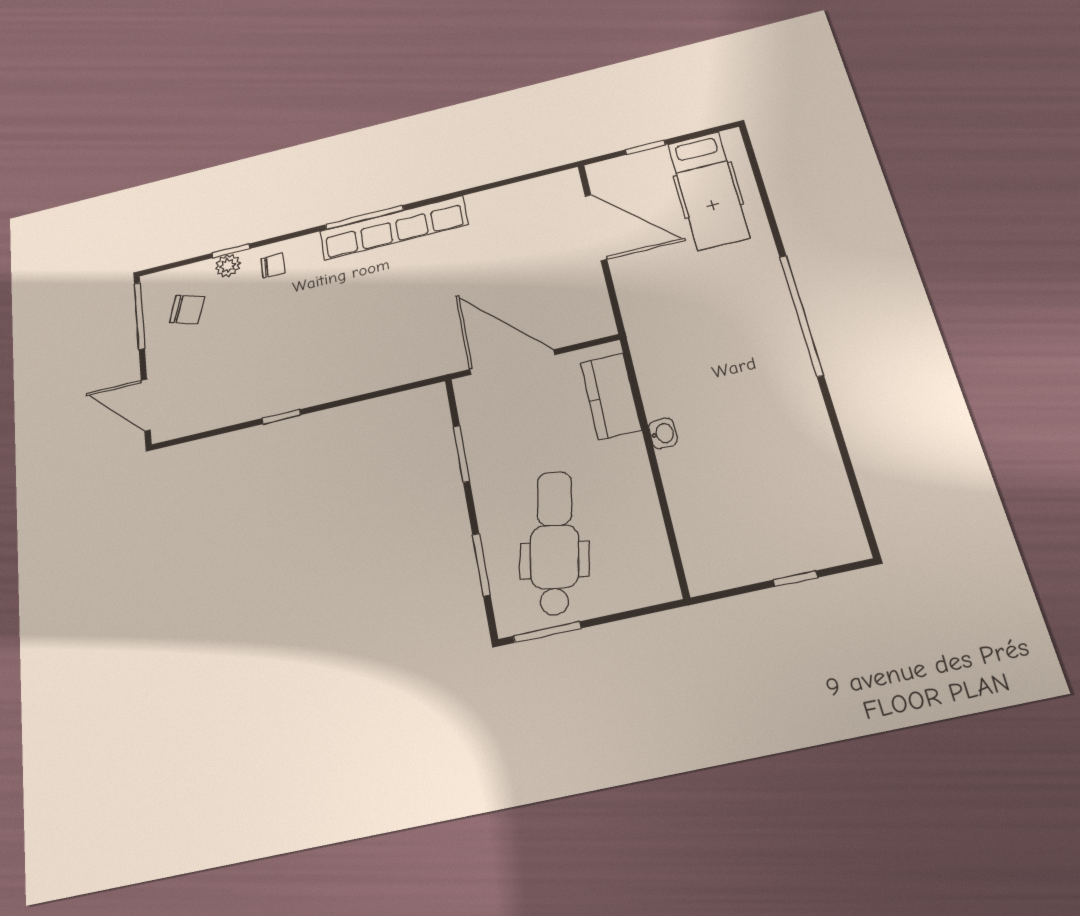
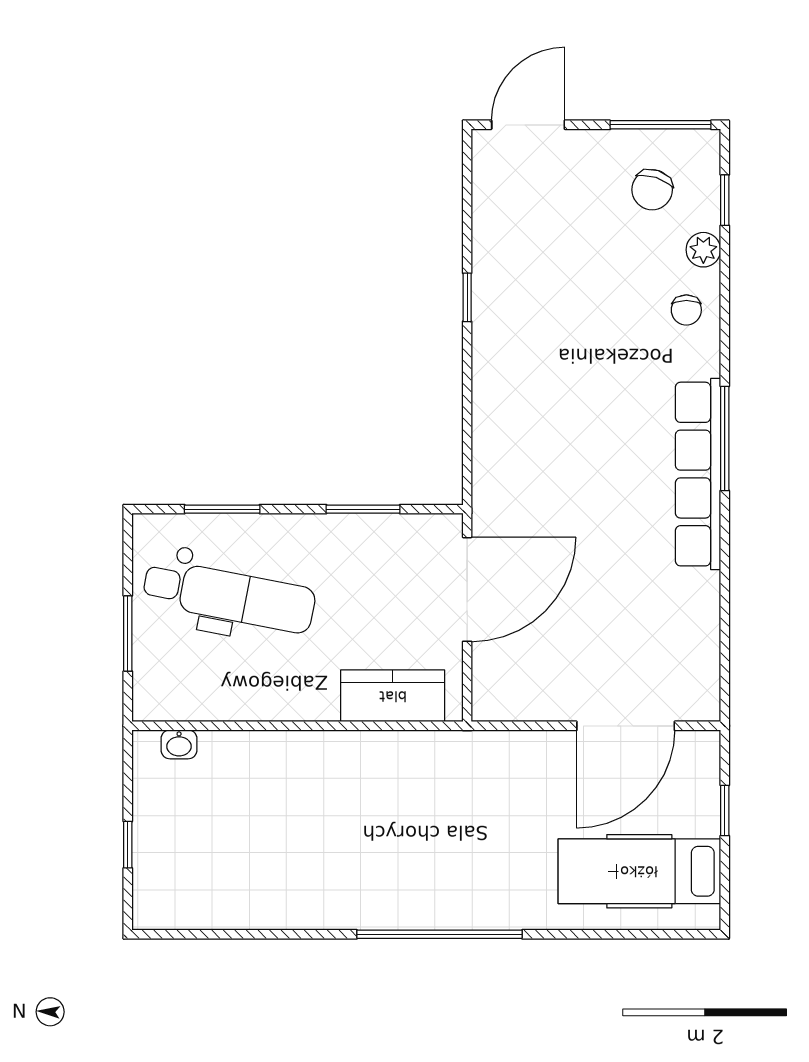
window: (231, 251) -> (725, 200), moved
washbasin: (663, 433) -> (179, 744), moved
window: (547, 632) -> (128, 634), moved

